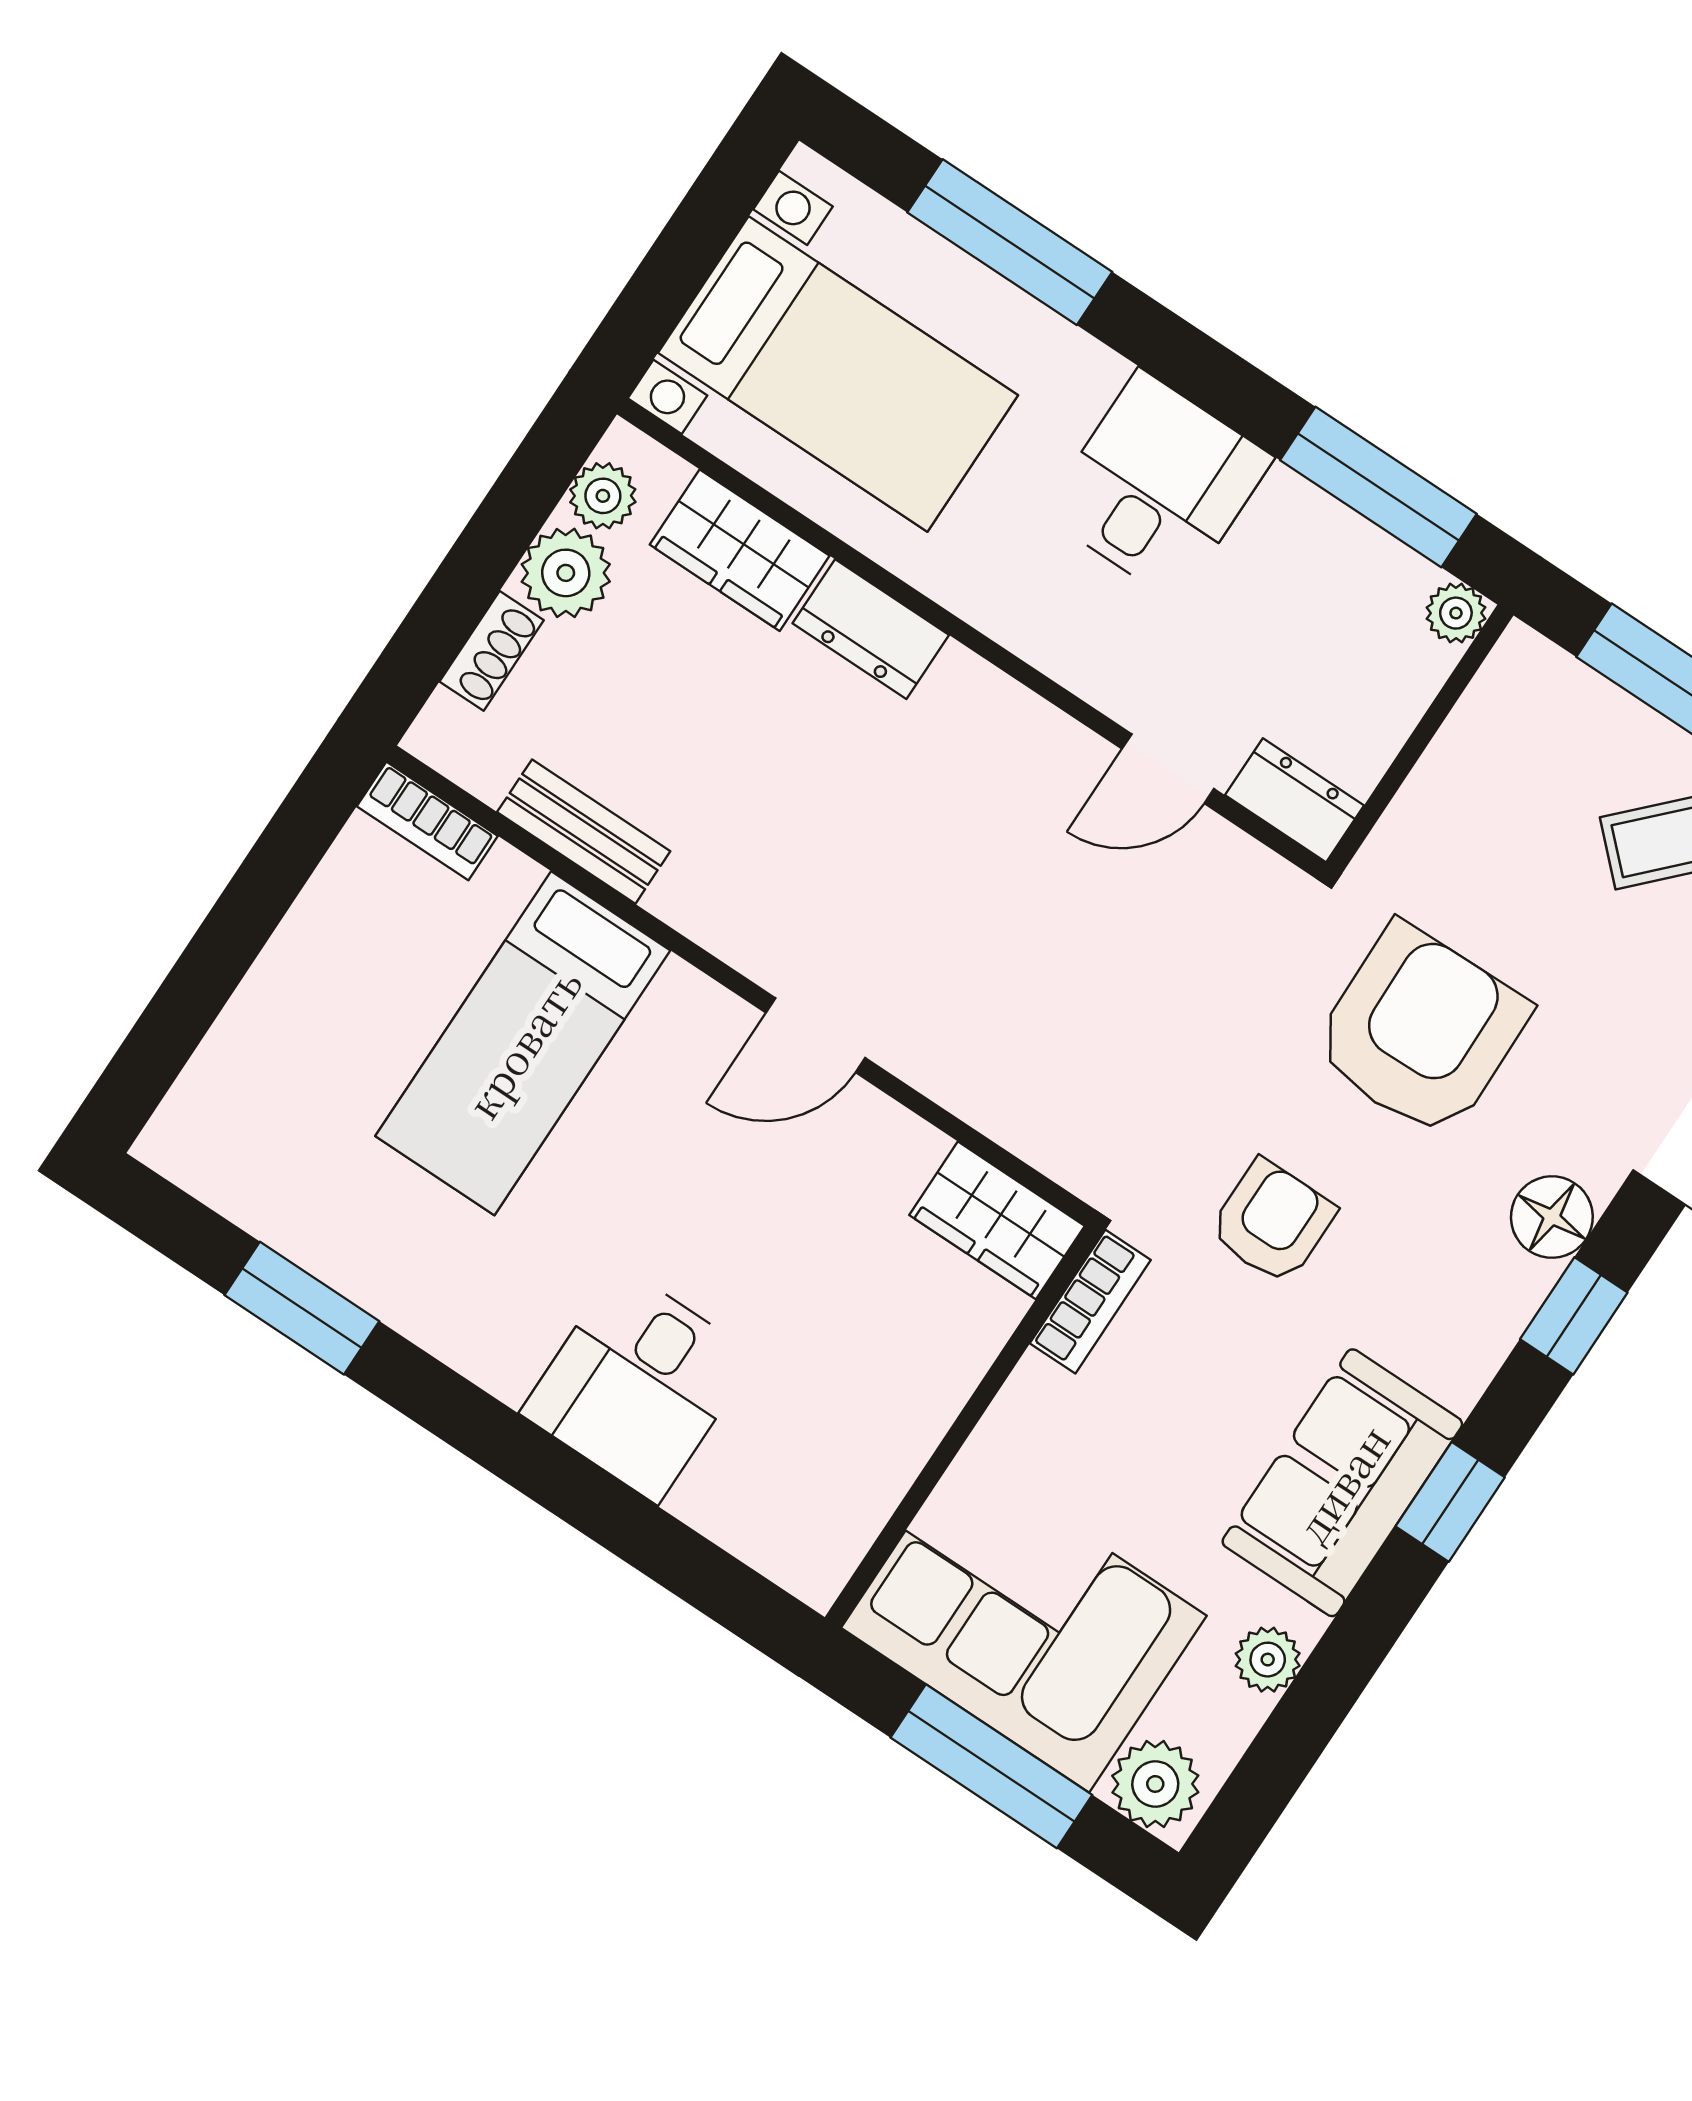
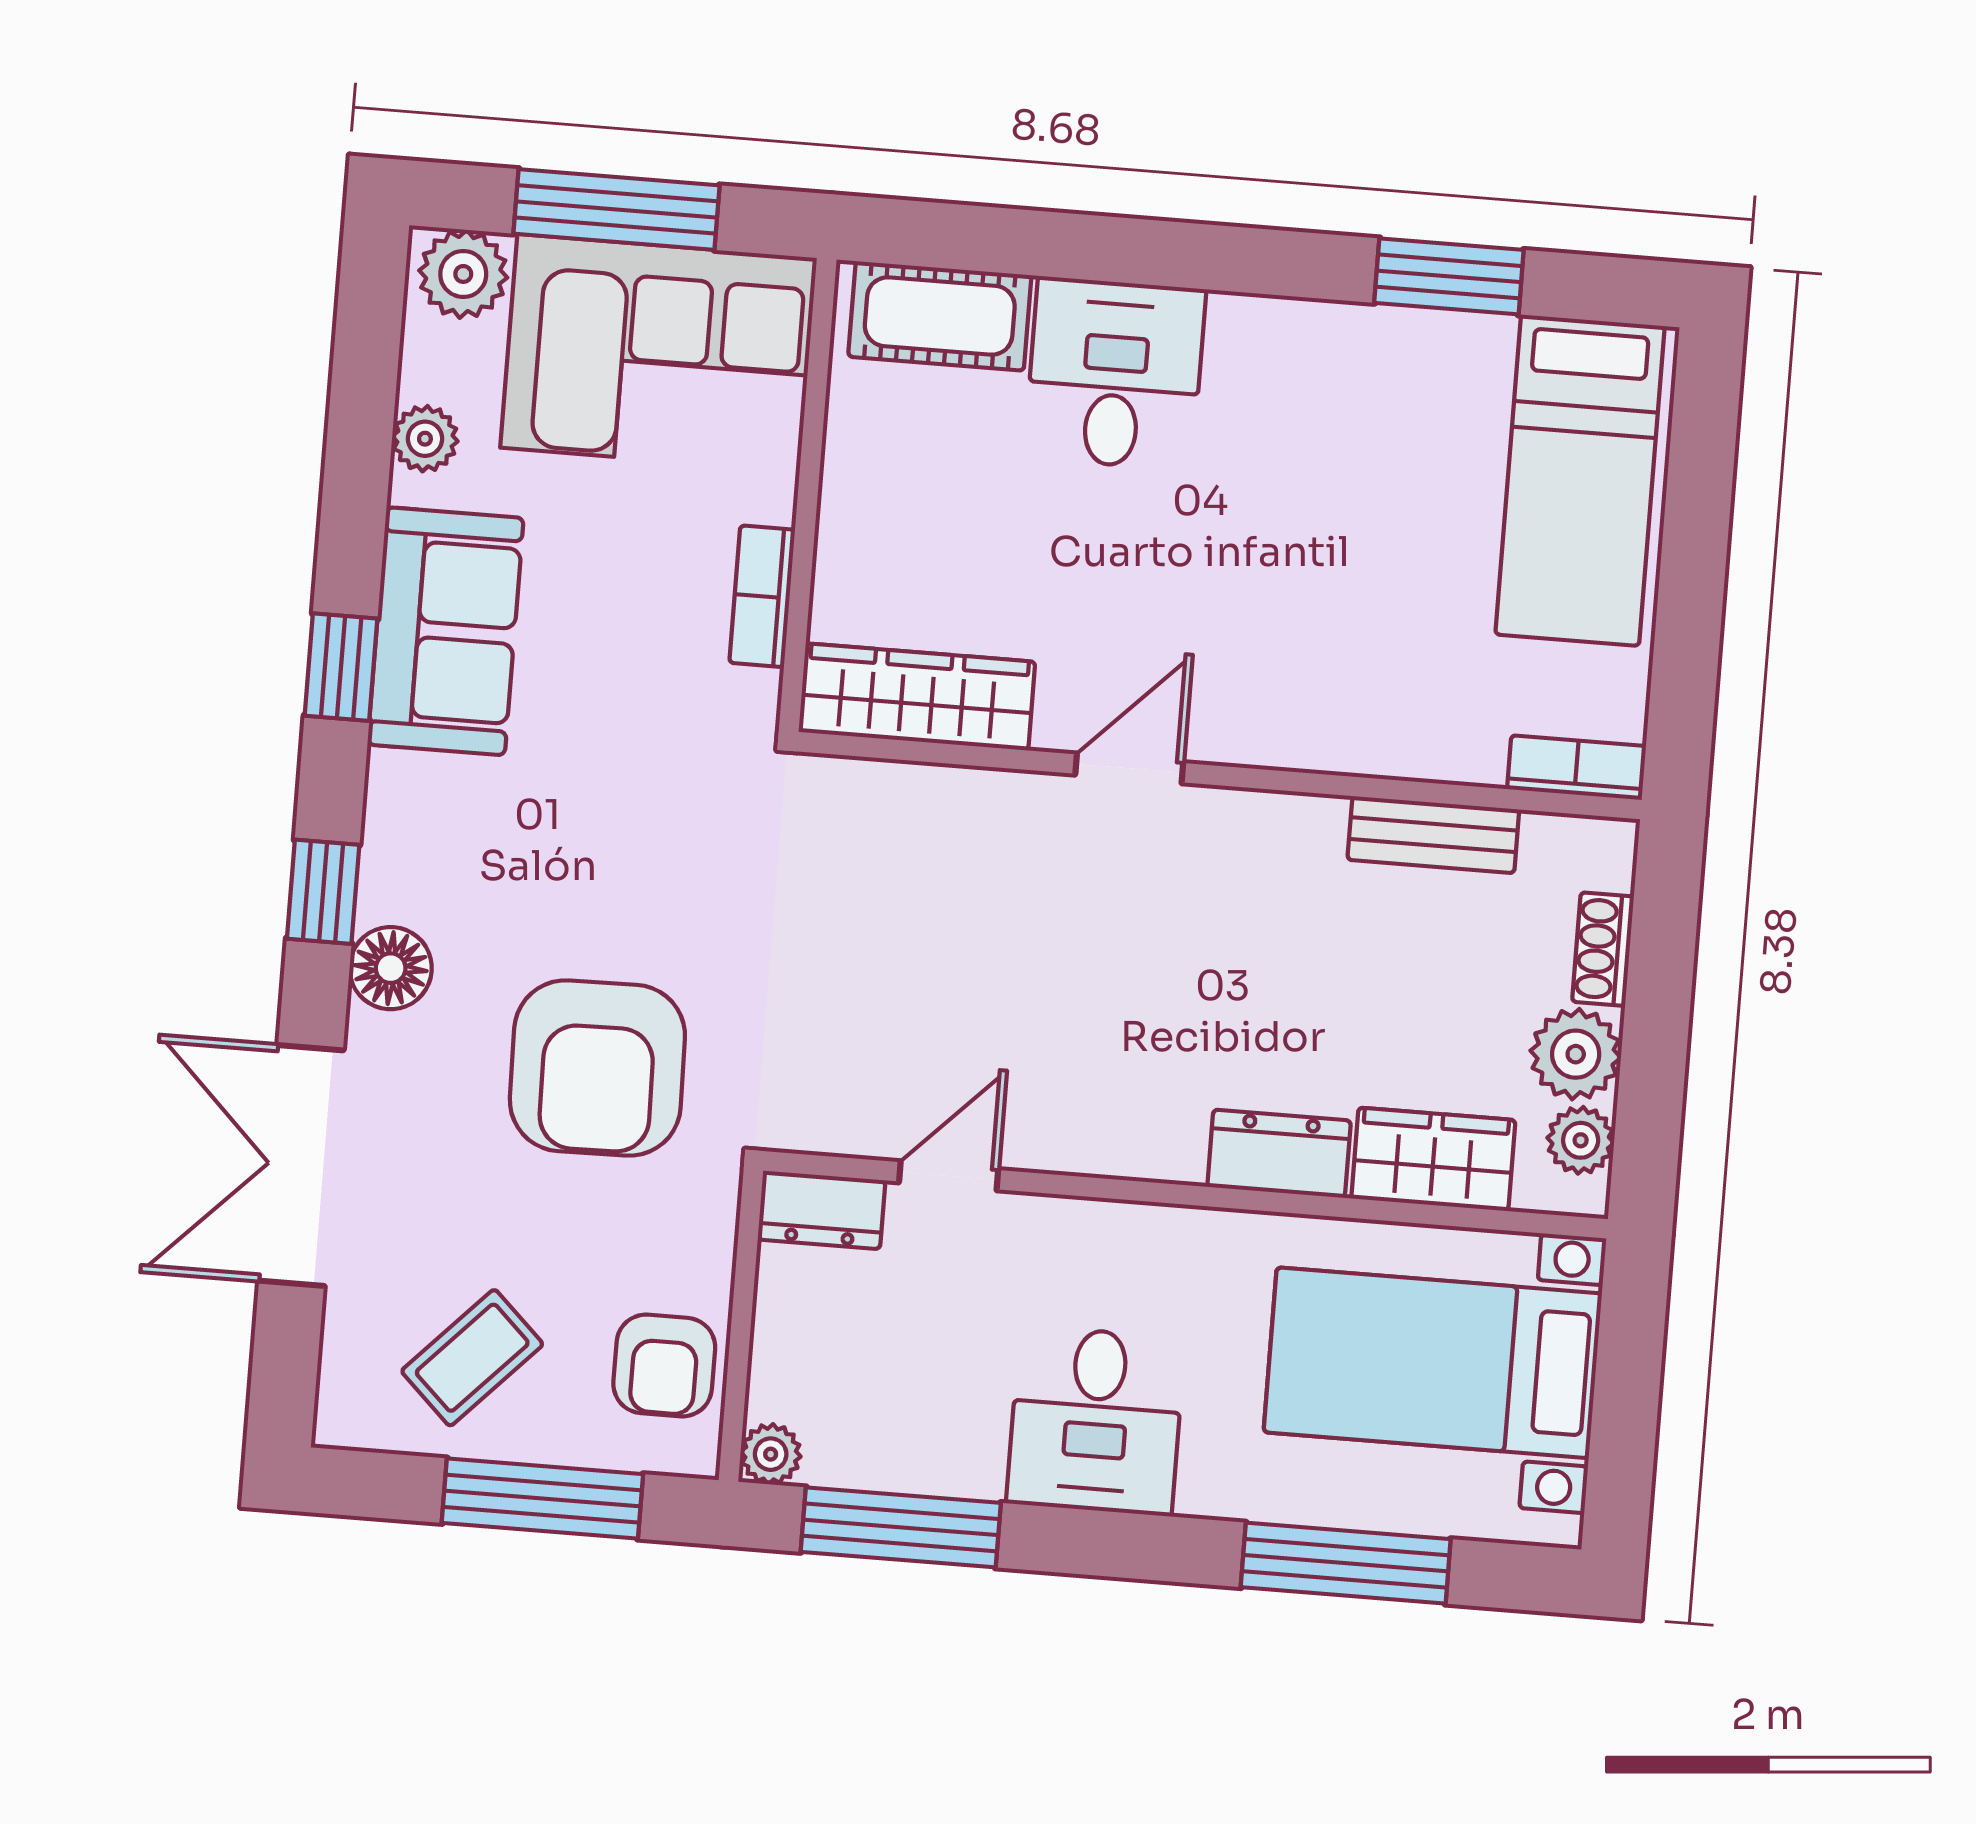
bed: (523, 1043) -> (1580, 480), moved, turned 180
wardrobe: (997, 1220) -> (917, 697), width x1.50
armchair: (1272, 1222) -> (664, 1365), moved
bookcase: (1090, 1302) -> (762, 596), moved
cot: (762, 1519) -> (940, 316), added

